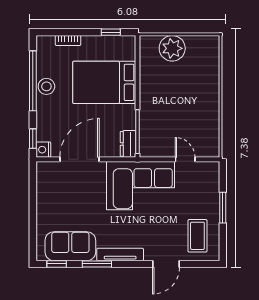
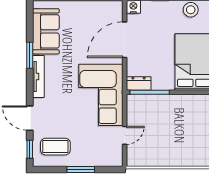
door: (79, 159) -> (125, 40), swing flipped
window: (57, 264) -> (30, 149), moved

